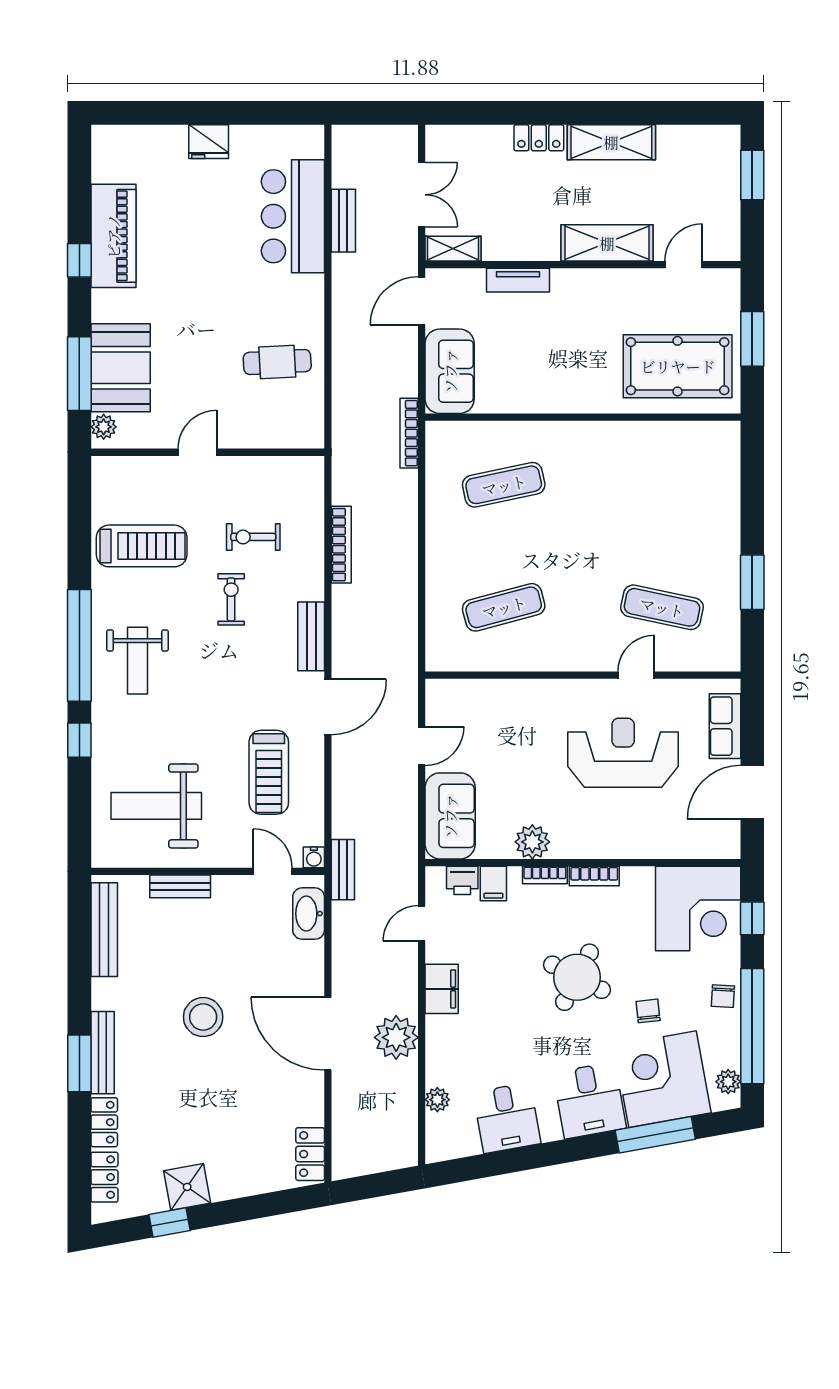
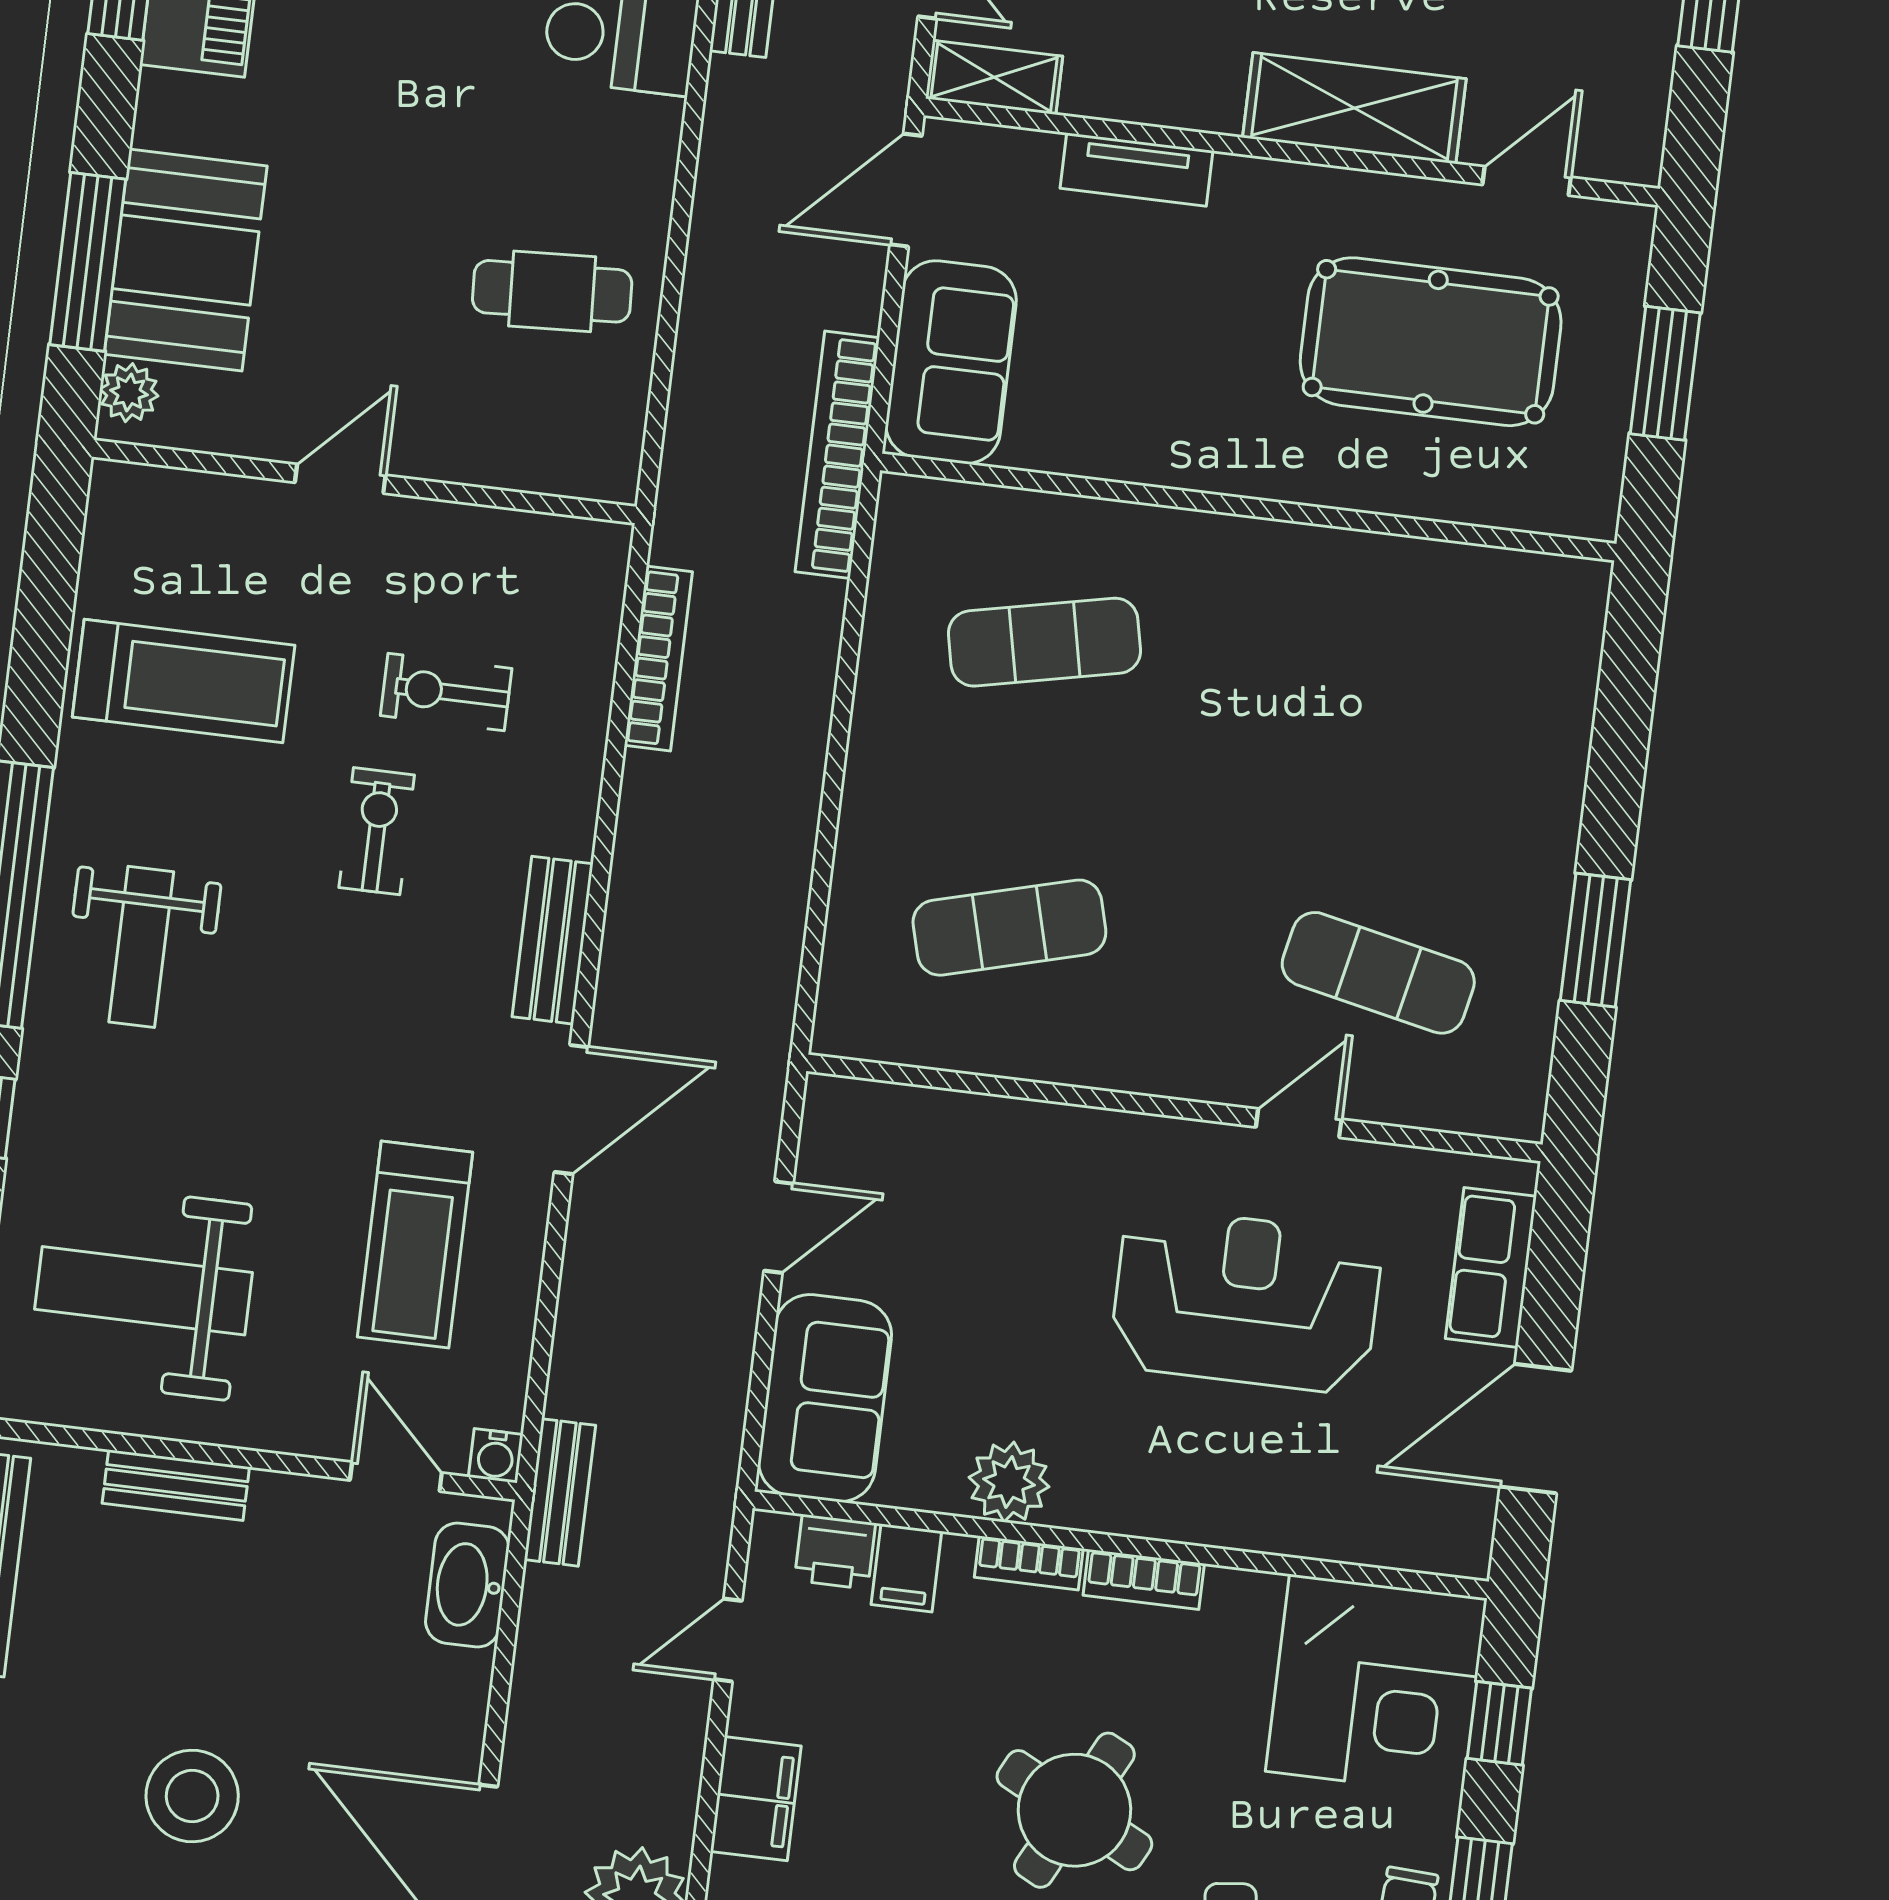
pool table: (678, 366) -> (1431, 342), moved
bookcase: (409, 433) -> (837, 455), width x1.48, depth x1.31
bookcase: (341, 545) -> (658, 659), moved

